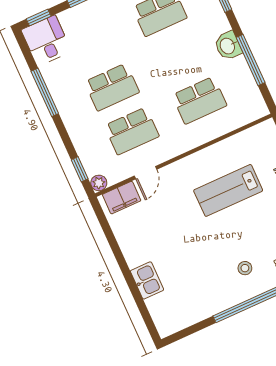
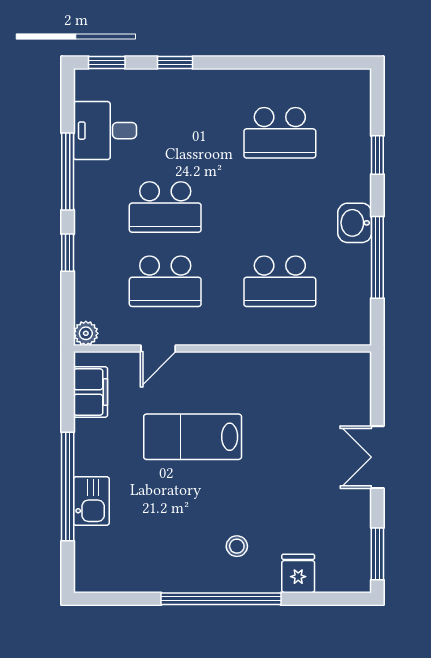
desk: (46, 41) -> (105, 131), moved, turned -90
window: (80, 169) -> (68, 253), moved
lab bench: (228, 190) -> (193, 437), moved
filing cabinet: (122, 198) -> (91, 392), moved, turned -90
window: (129, 278) -> (68, 486), added

